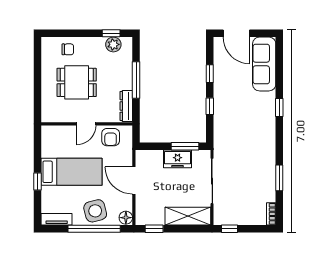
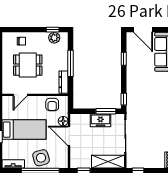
window: (210, 106) -> (124, 99), moved
door: (86, 124) -> (20, 95), moved
floor lamp: (126, 218) -> (63, 121), moved

